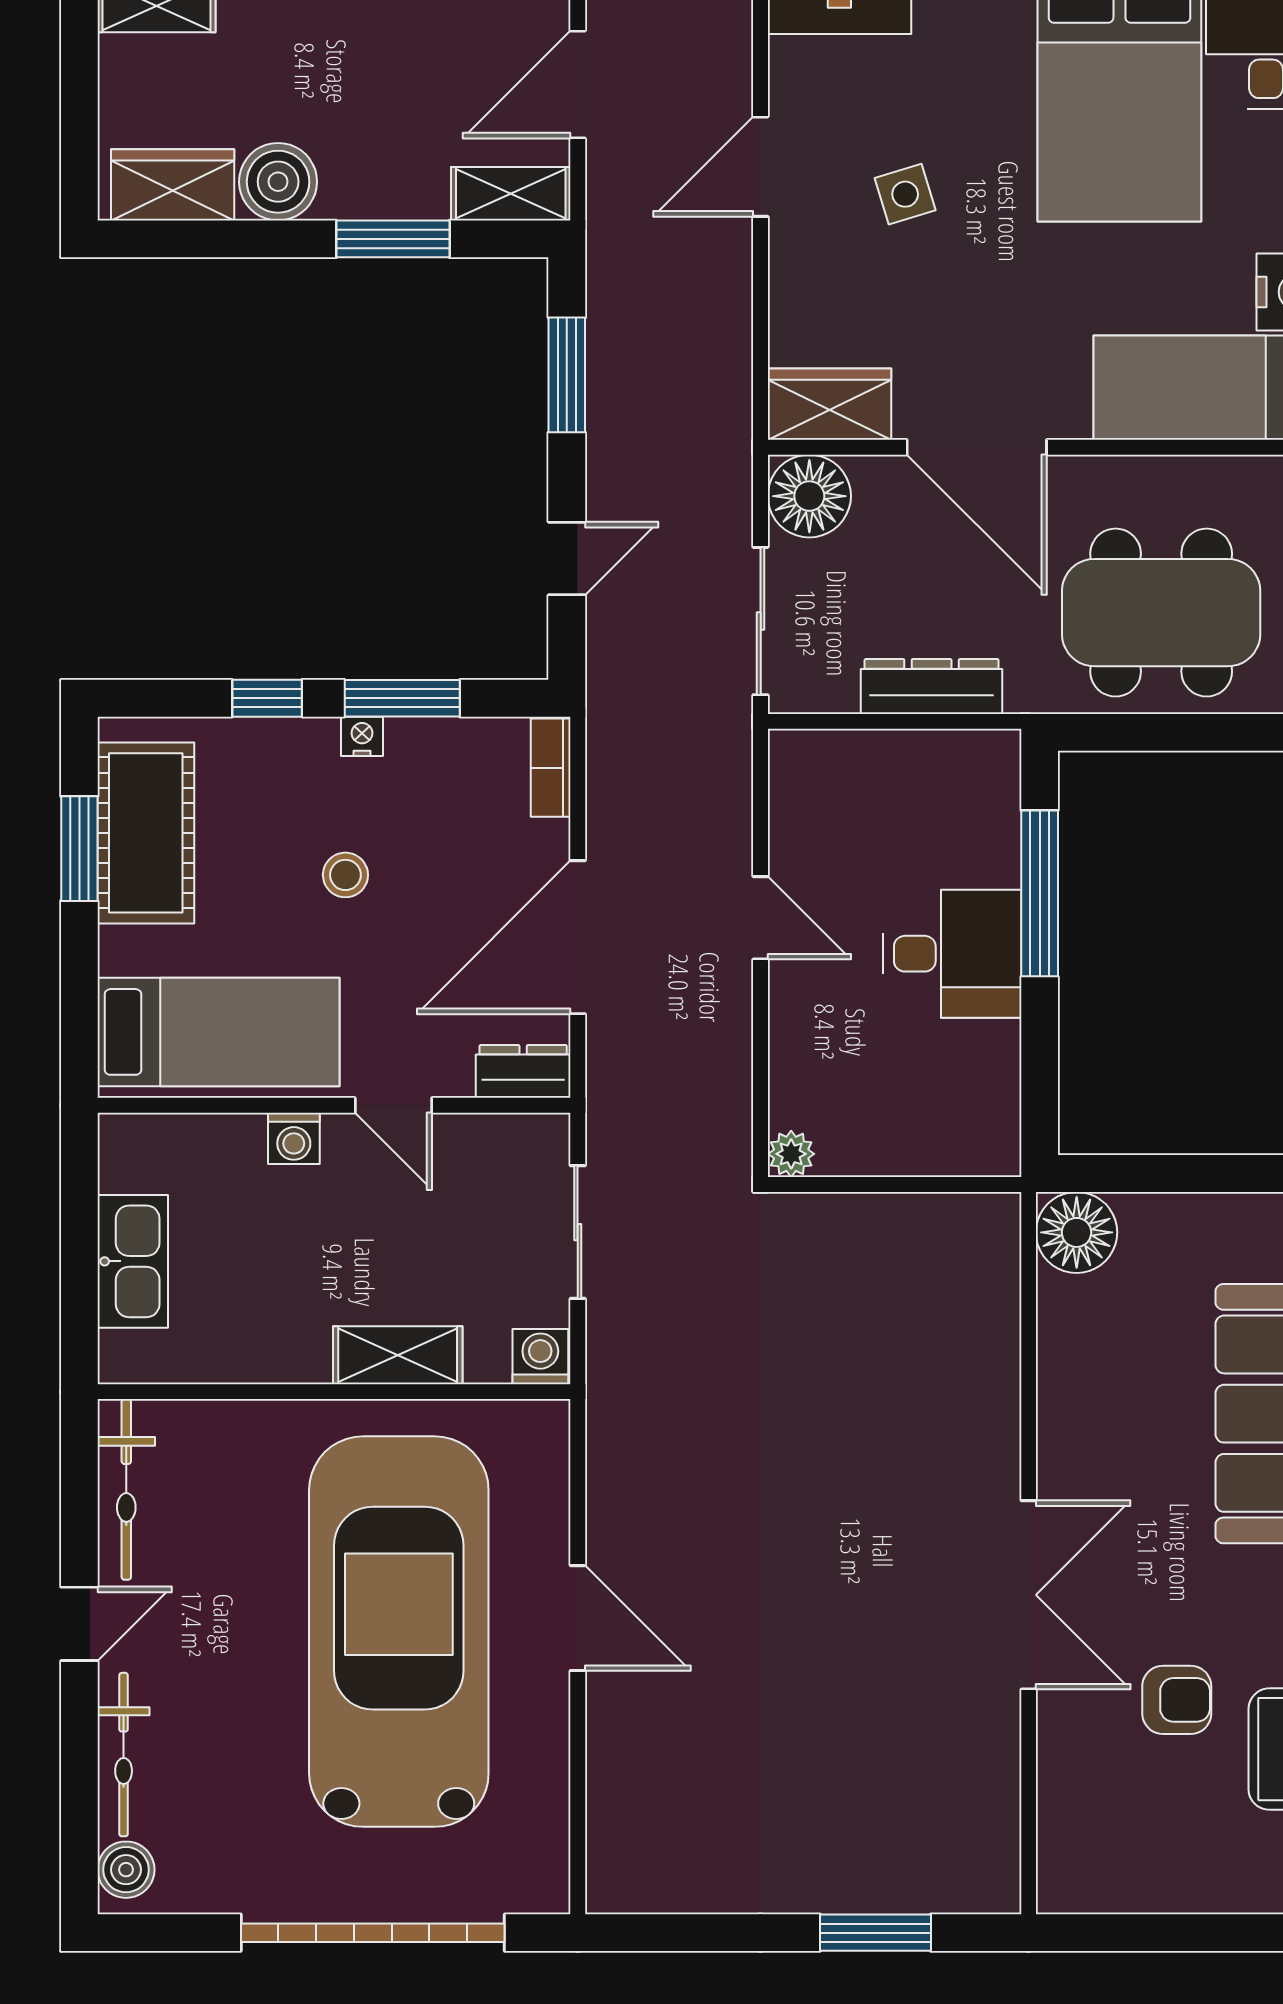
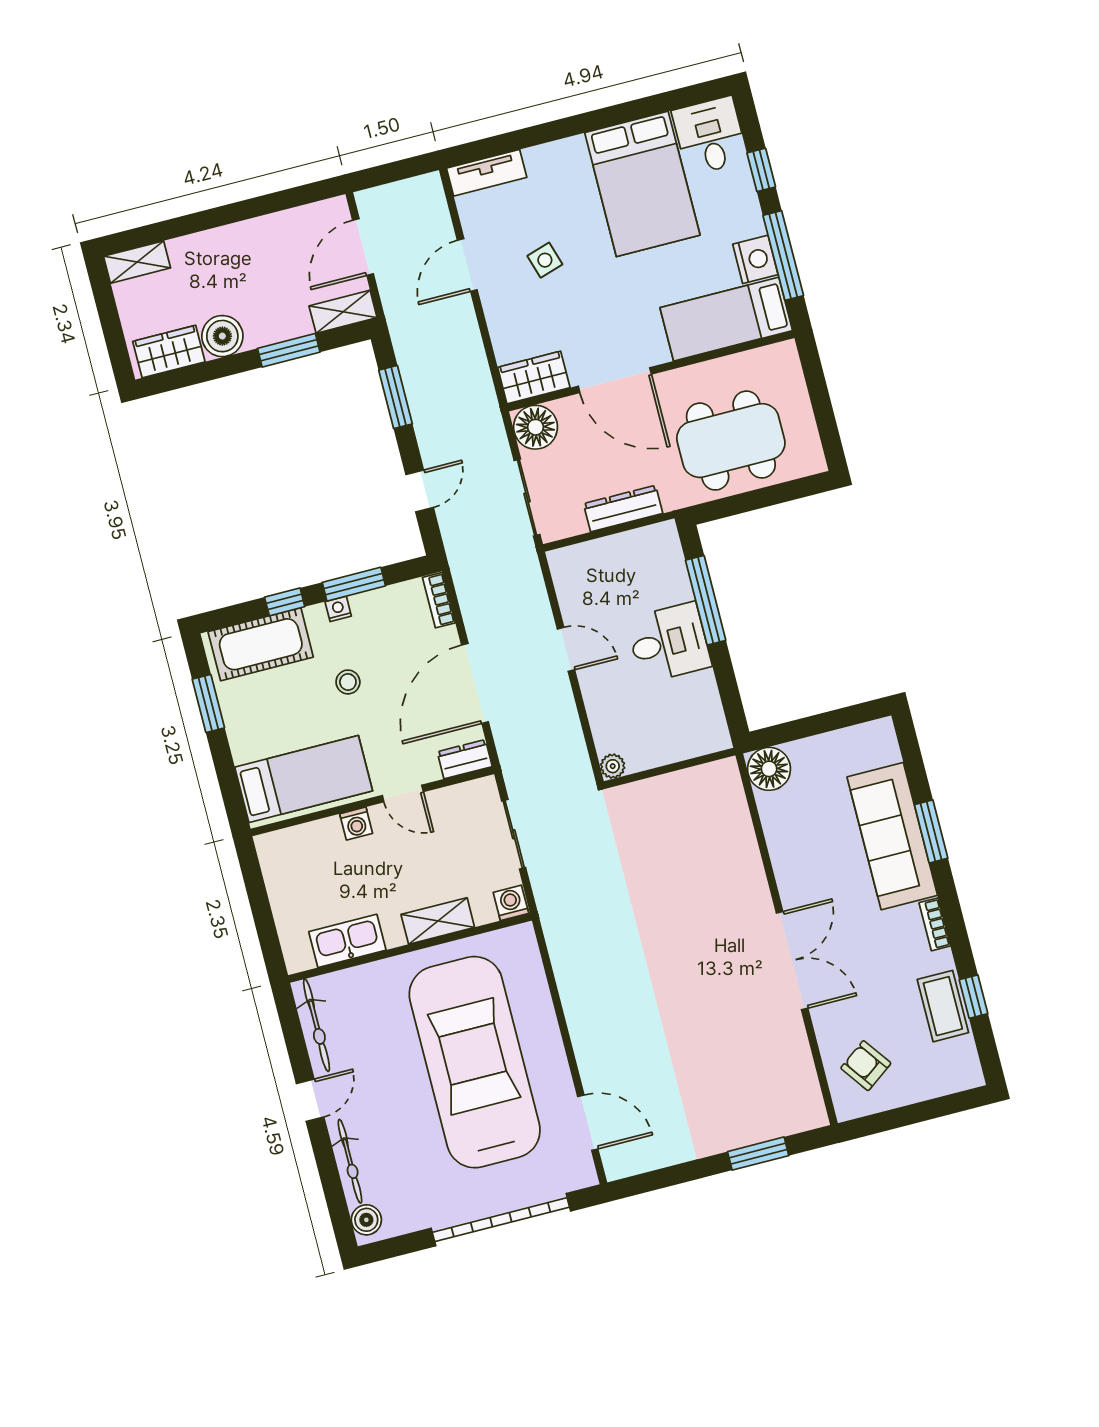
cot: (146, 833) -> (261, 644), moved, turned 90
kitchen sink: (133, 1261) -> (347, 941), moved, turned -90
door: (578, 1618) -> (588, 1123), moved
armchair: (1177, 1700) -> (866, 1066), moved, turned -126

